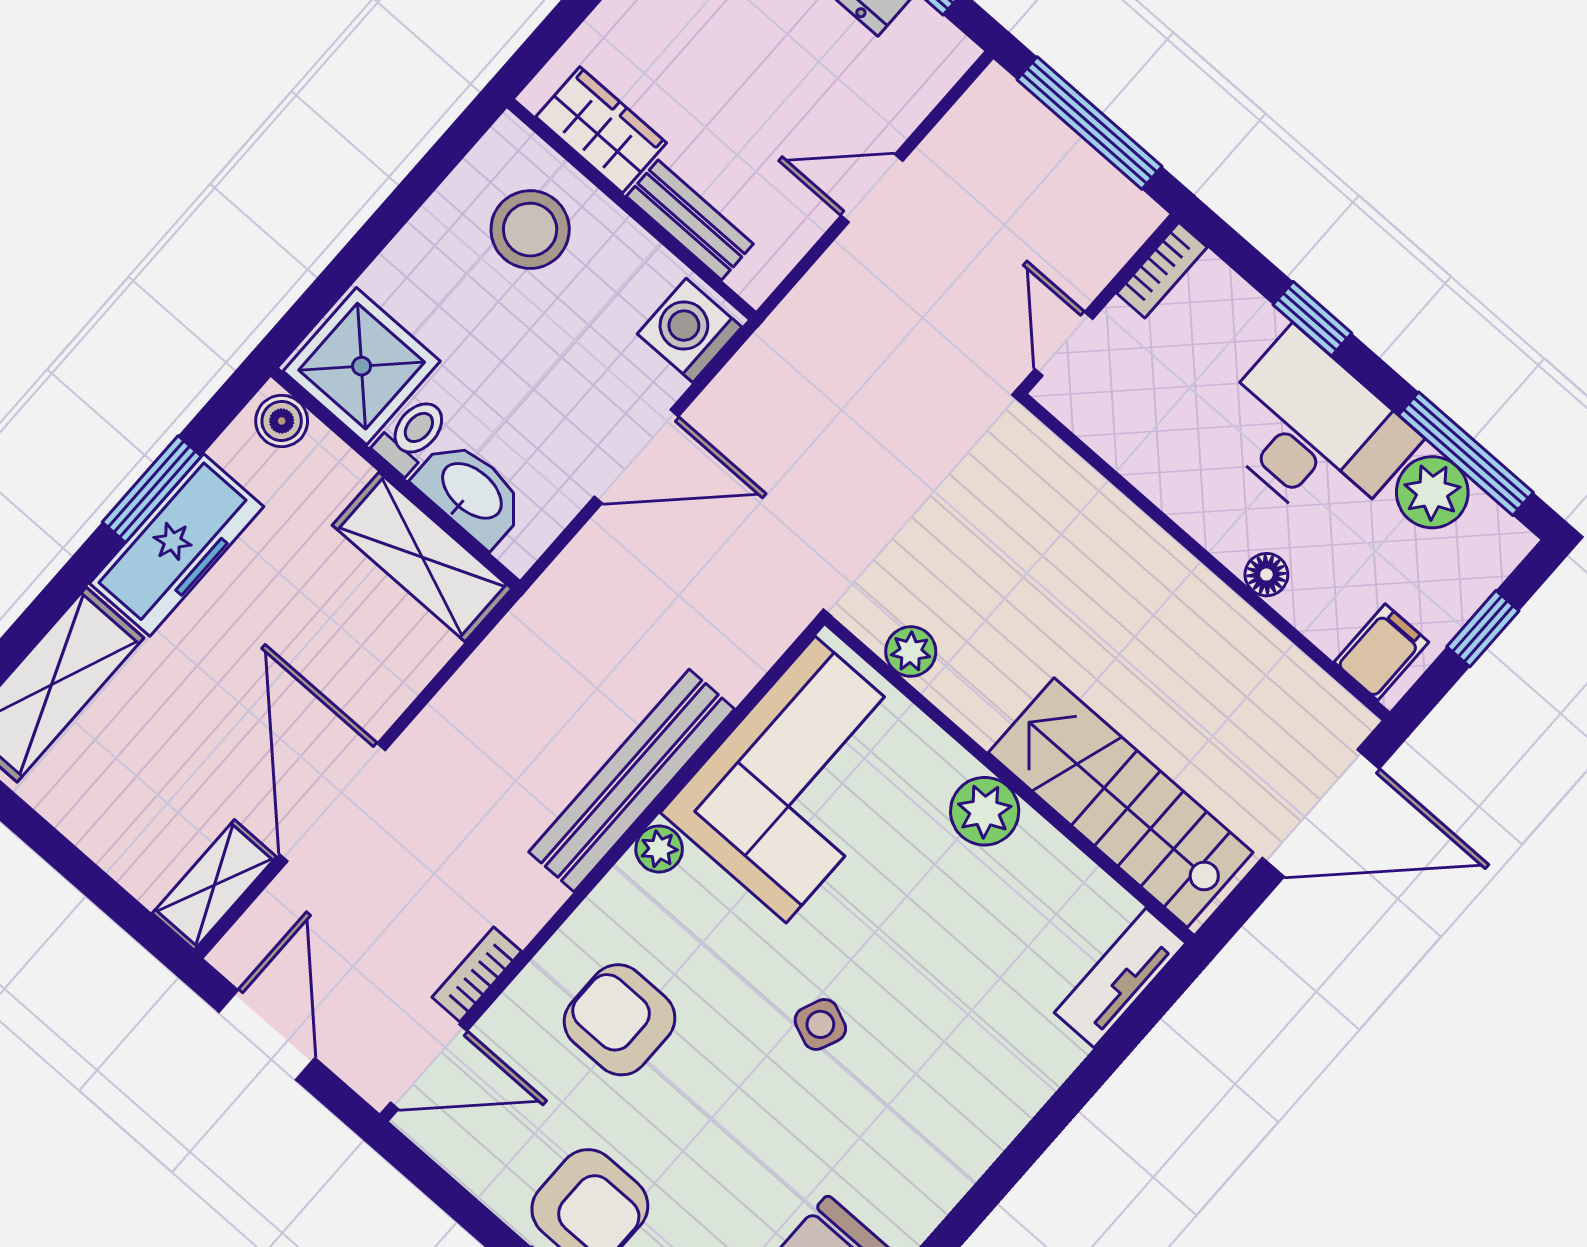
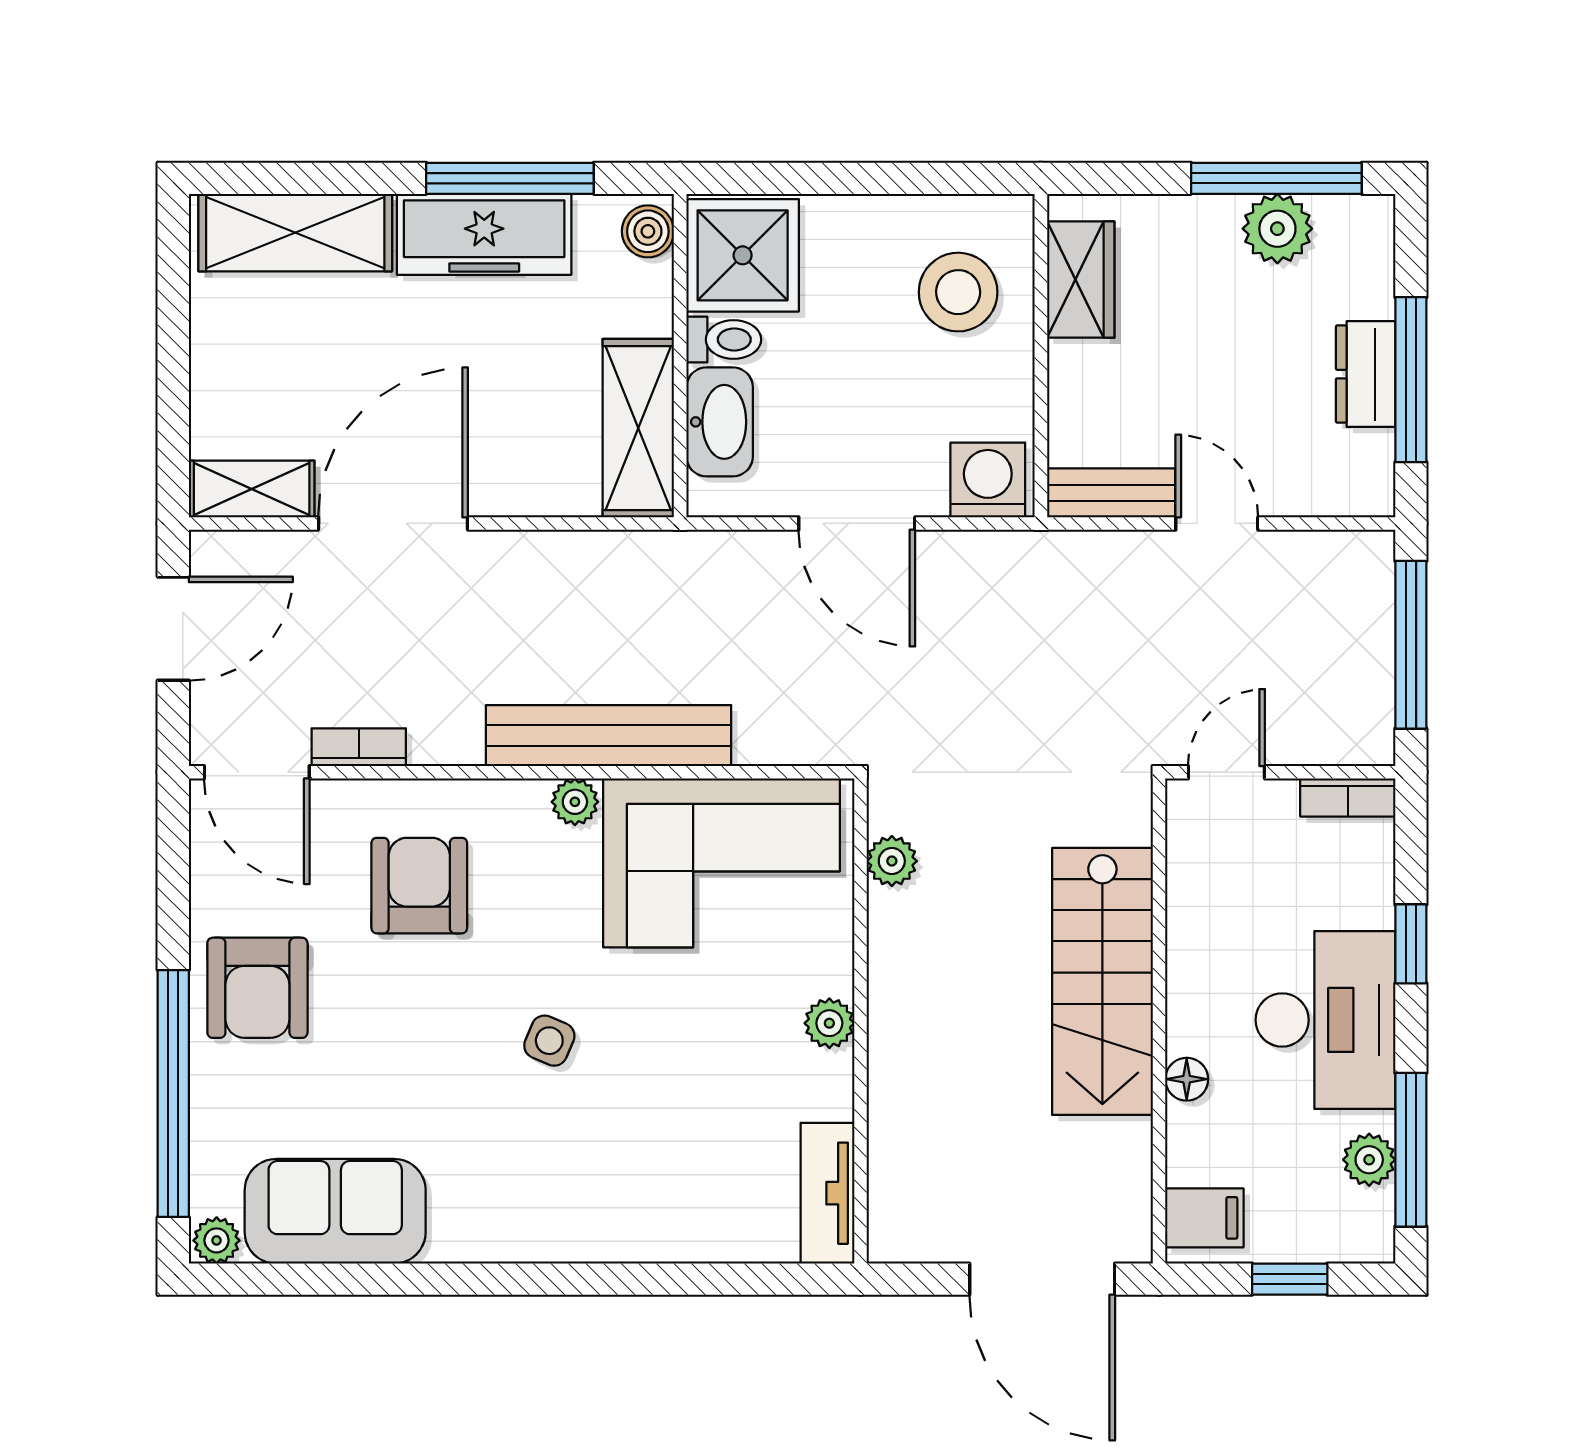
bench: (690, 220) -> (1111, 493), moved, turned 90
window: (152, 489) -> (510, 178), width x1.44
plant: (1432, 492) -> (1369, 1160), width x0.73, depth x0.73
stairs: (1121, 803) -> (1102, 981), moved, turned 180
plant: (985, 811) -> (829, 1023), width x0.73, depth x0.73
tv unit: (1120, 978) -> (827, 1193), moved, turned -90

